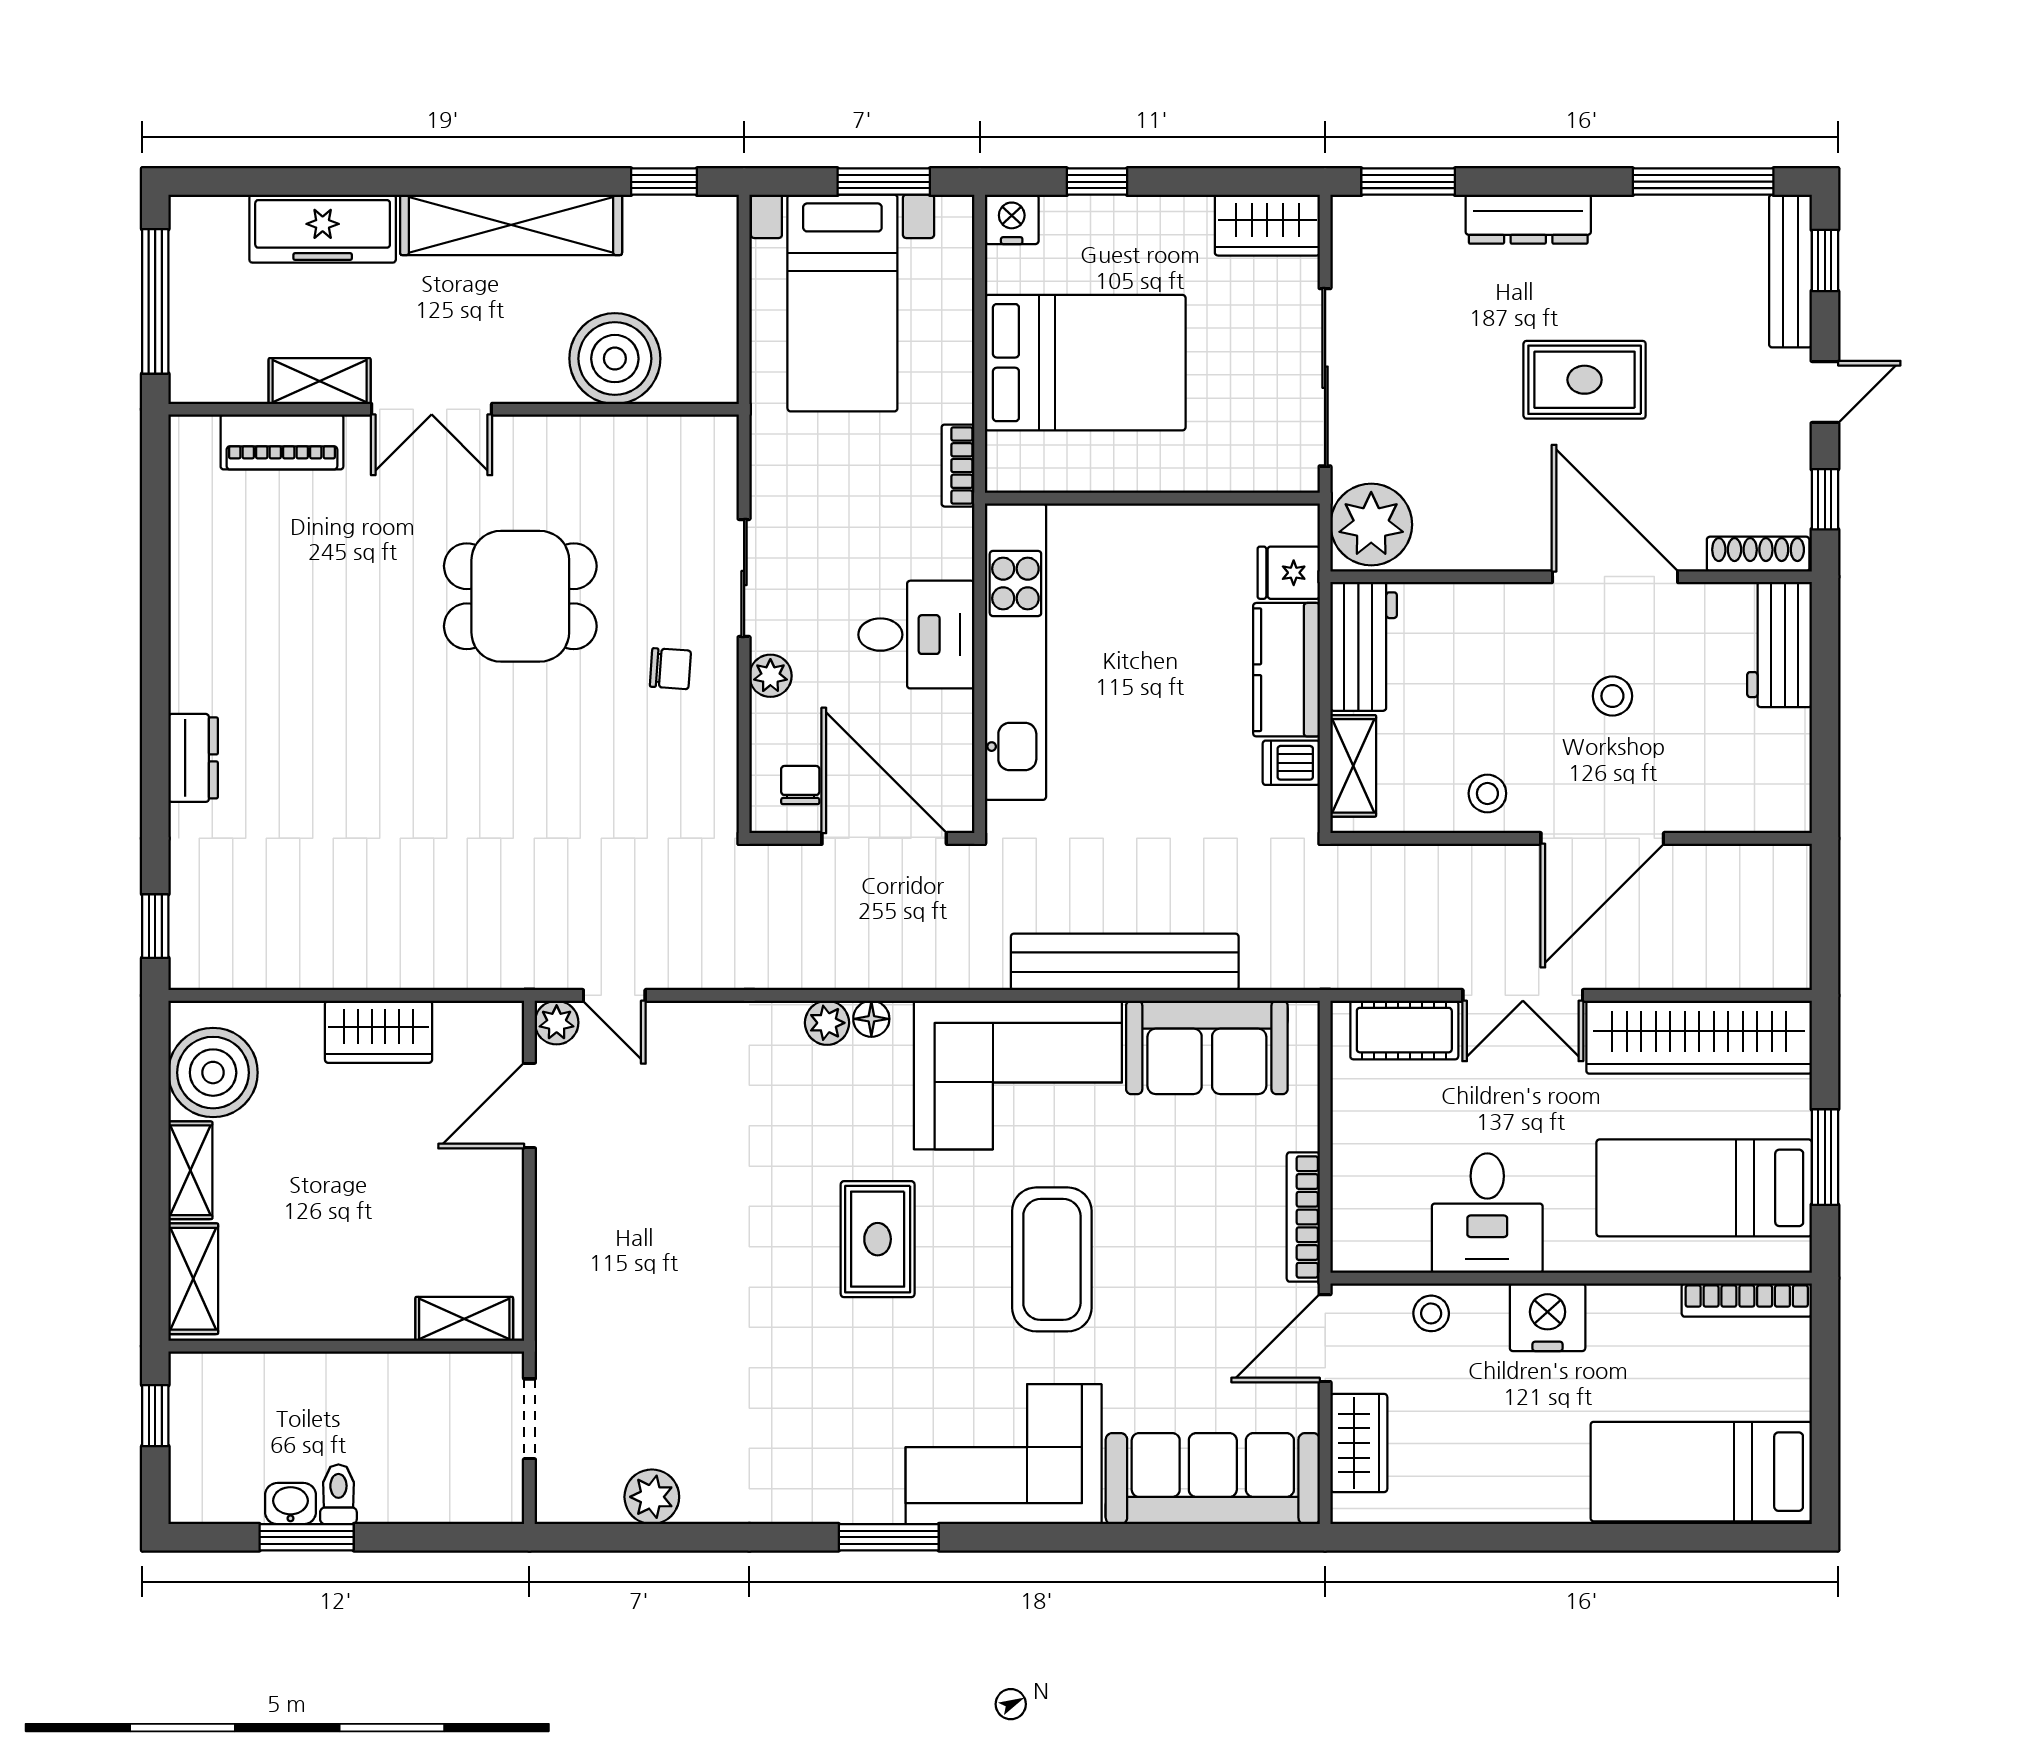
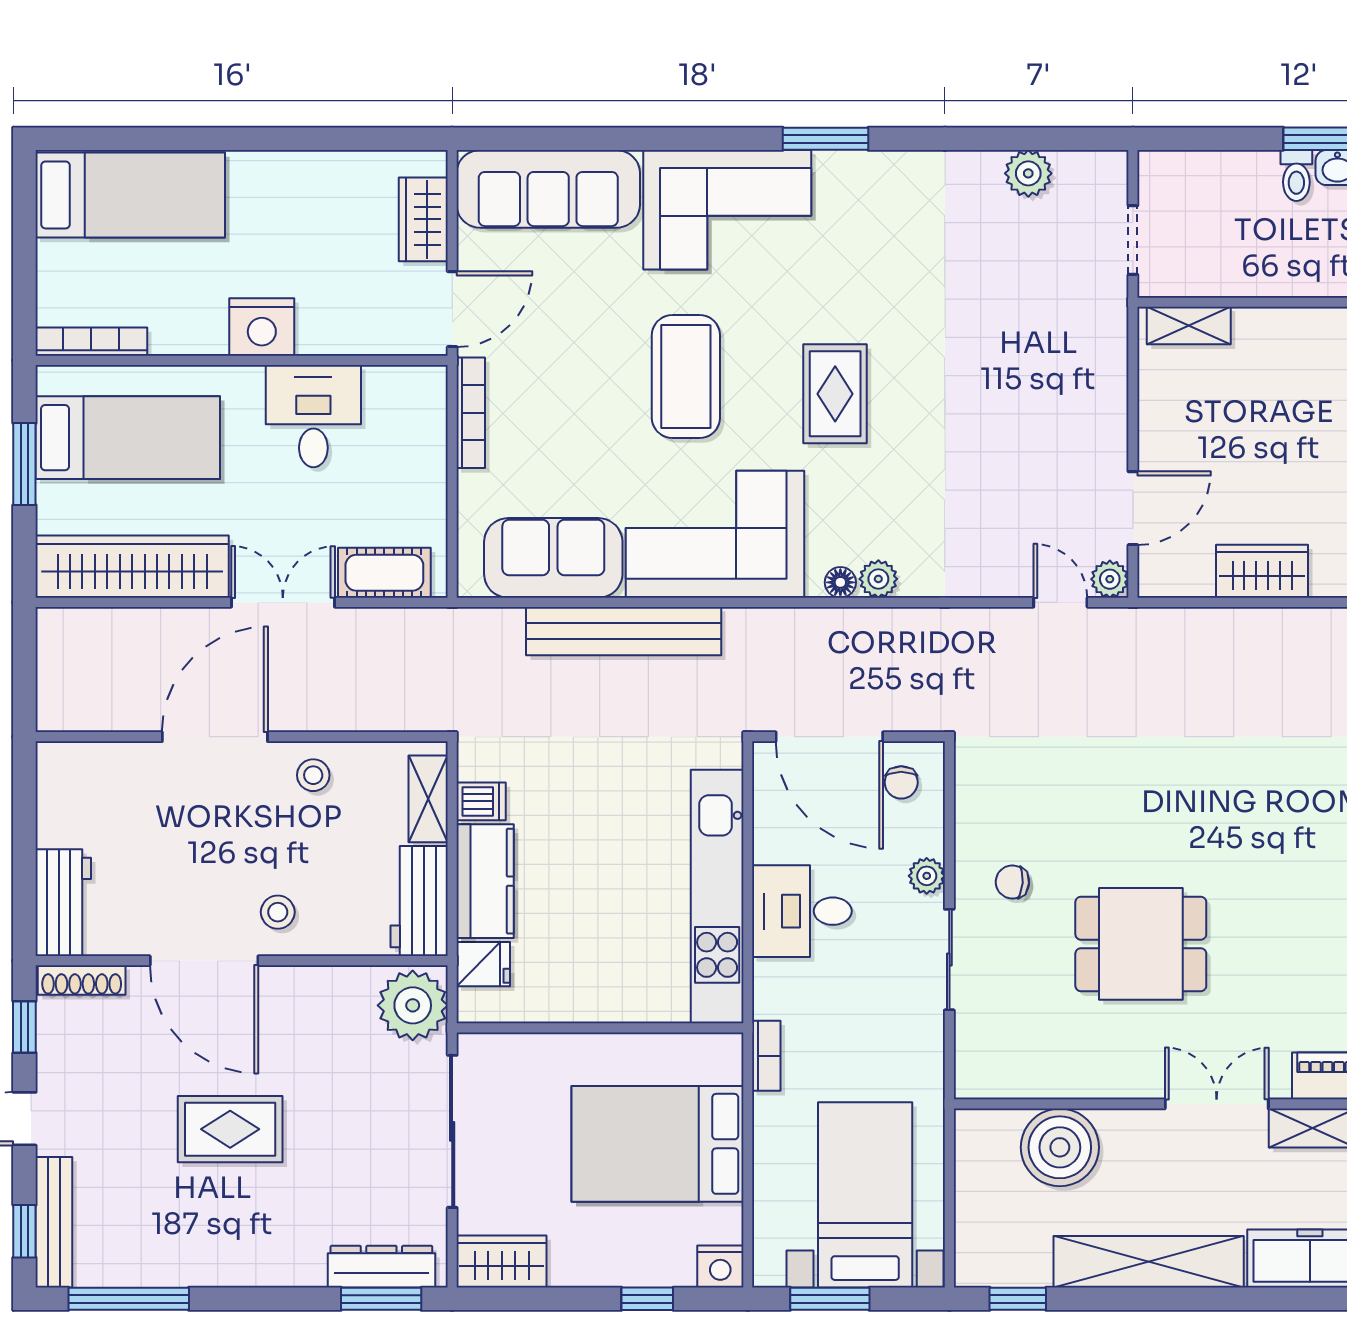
dresser: (1528, 219) -> (381, 1267), moved
stool: (1612, 696) -> (278, 912), moved
stool: (1431, 1313) -> (361, 330), removed

